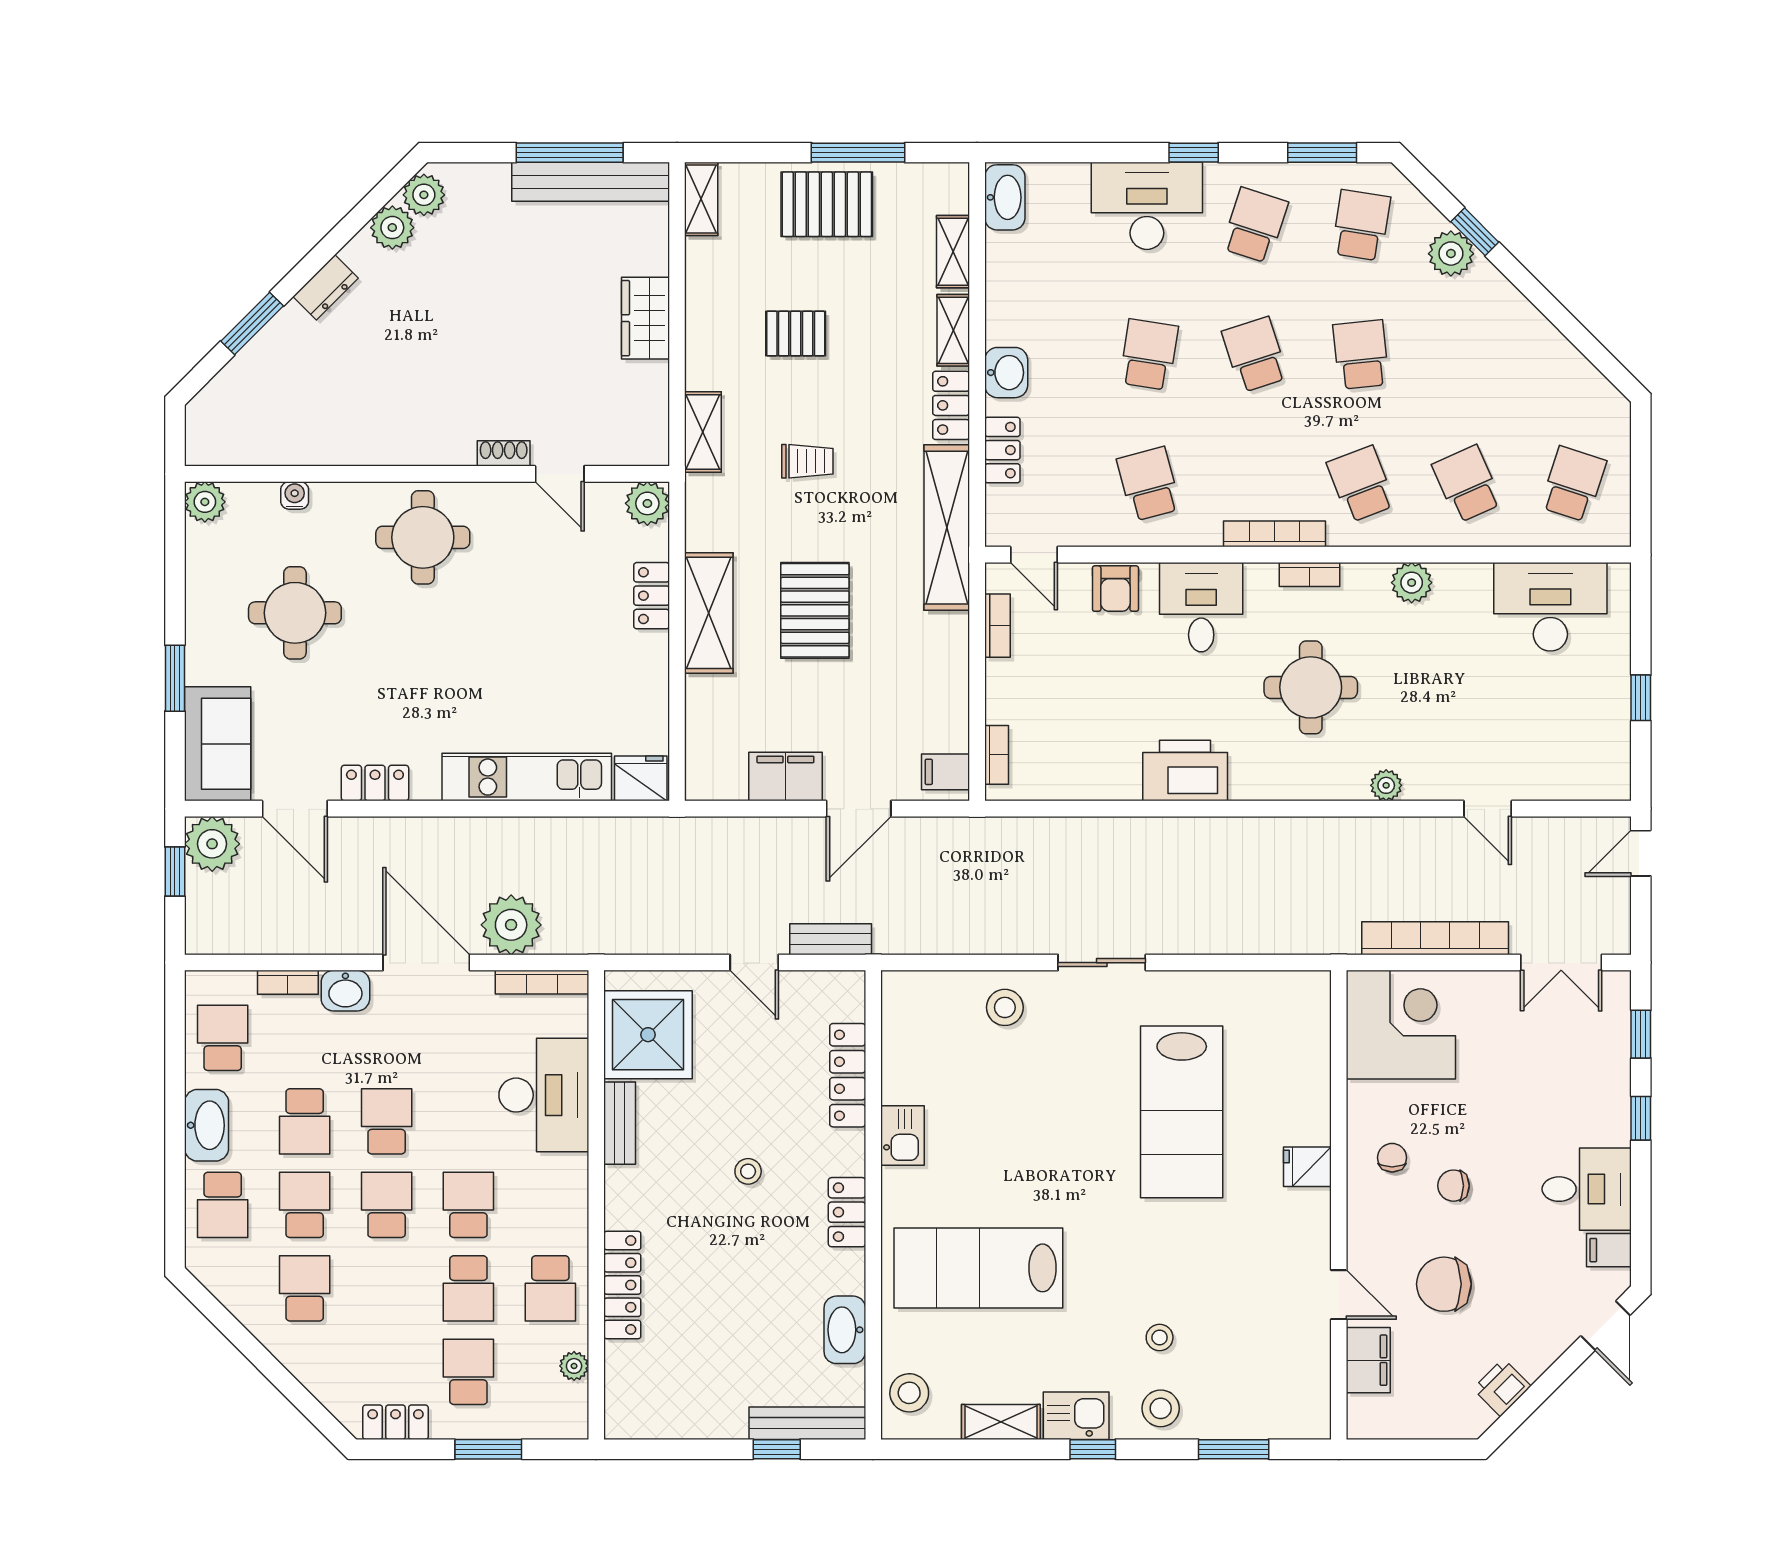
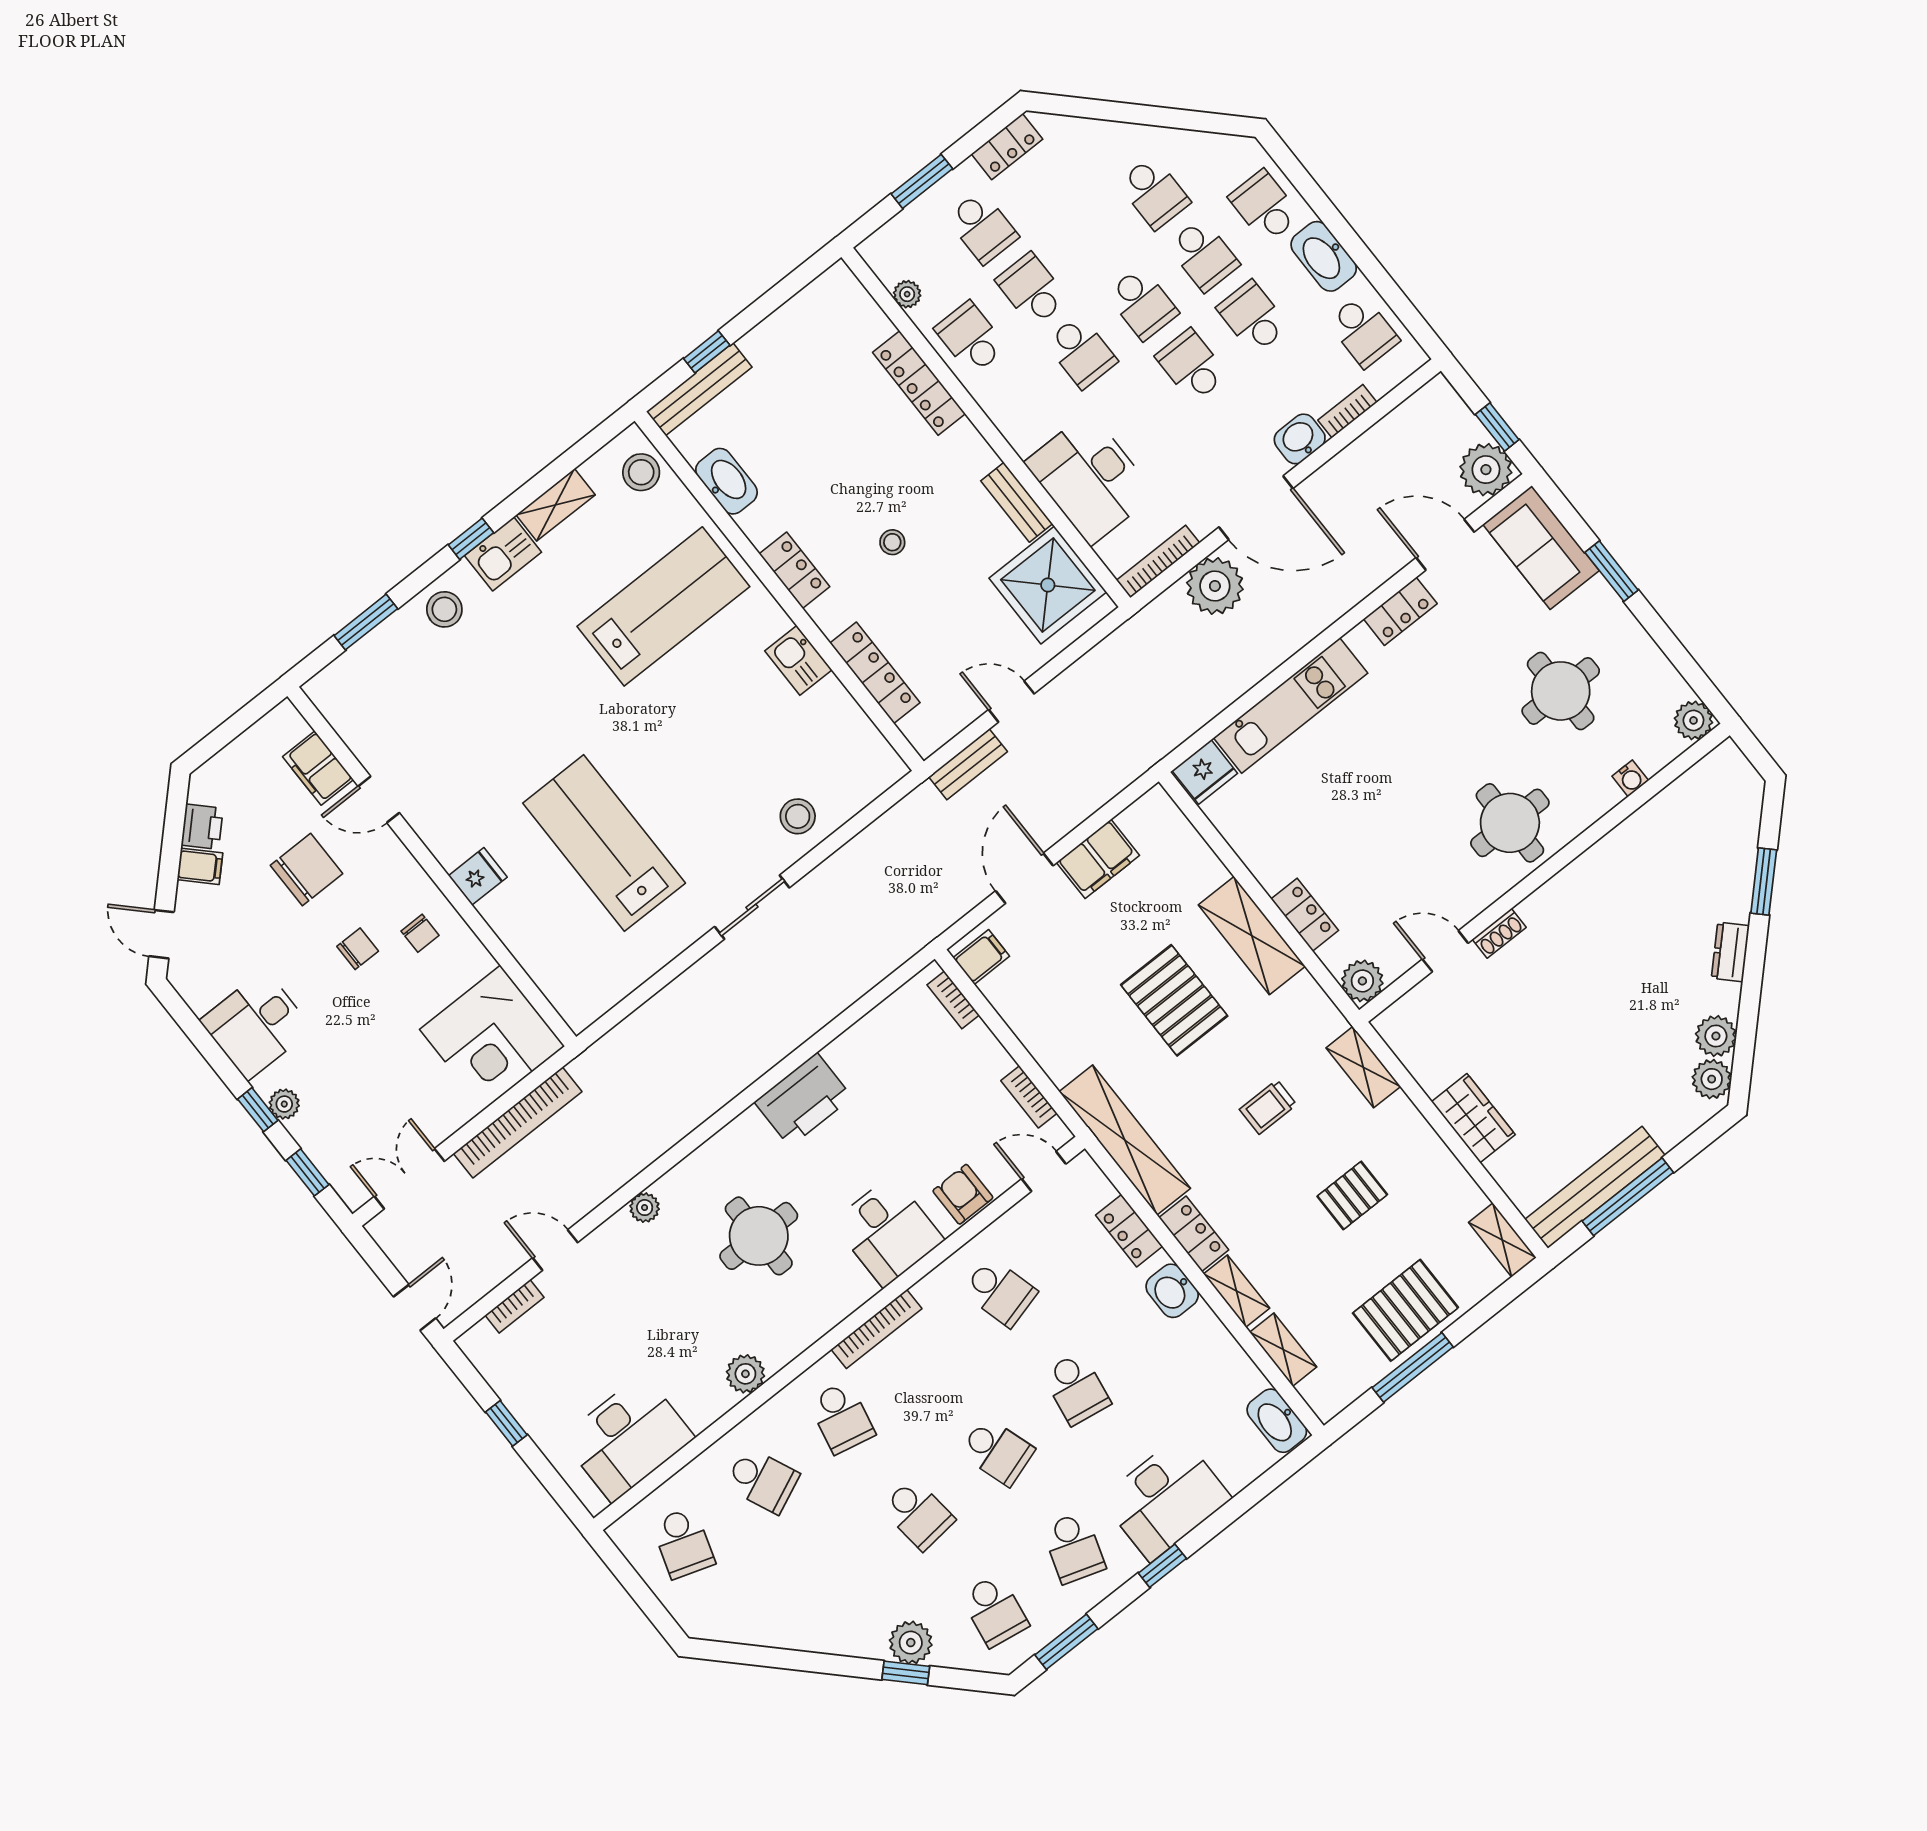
school desk: (1361, 484) -> (841, 1417), turned 33
bookcase: (1309, 574) -> (515, 1306), moved, turned 180
plant: (1615, 1106) -> (284, 1104), added
school desk: (387, 1121) -> (1192, 366), turned 180
filing cabinet: (1609, 1250) -> (200, 866), moved, turned 45
stool: (1160, 1337) -> (487, 662), removed

